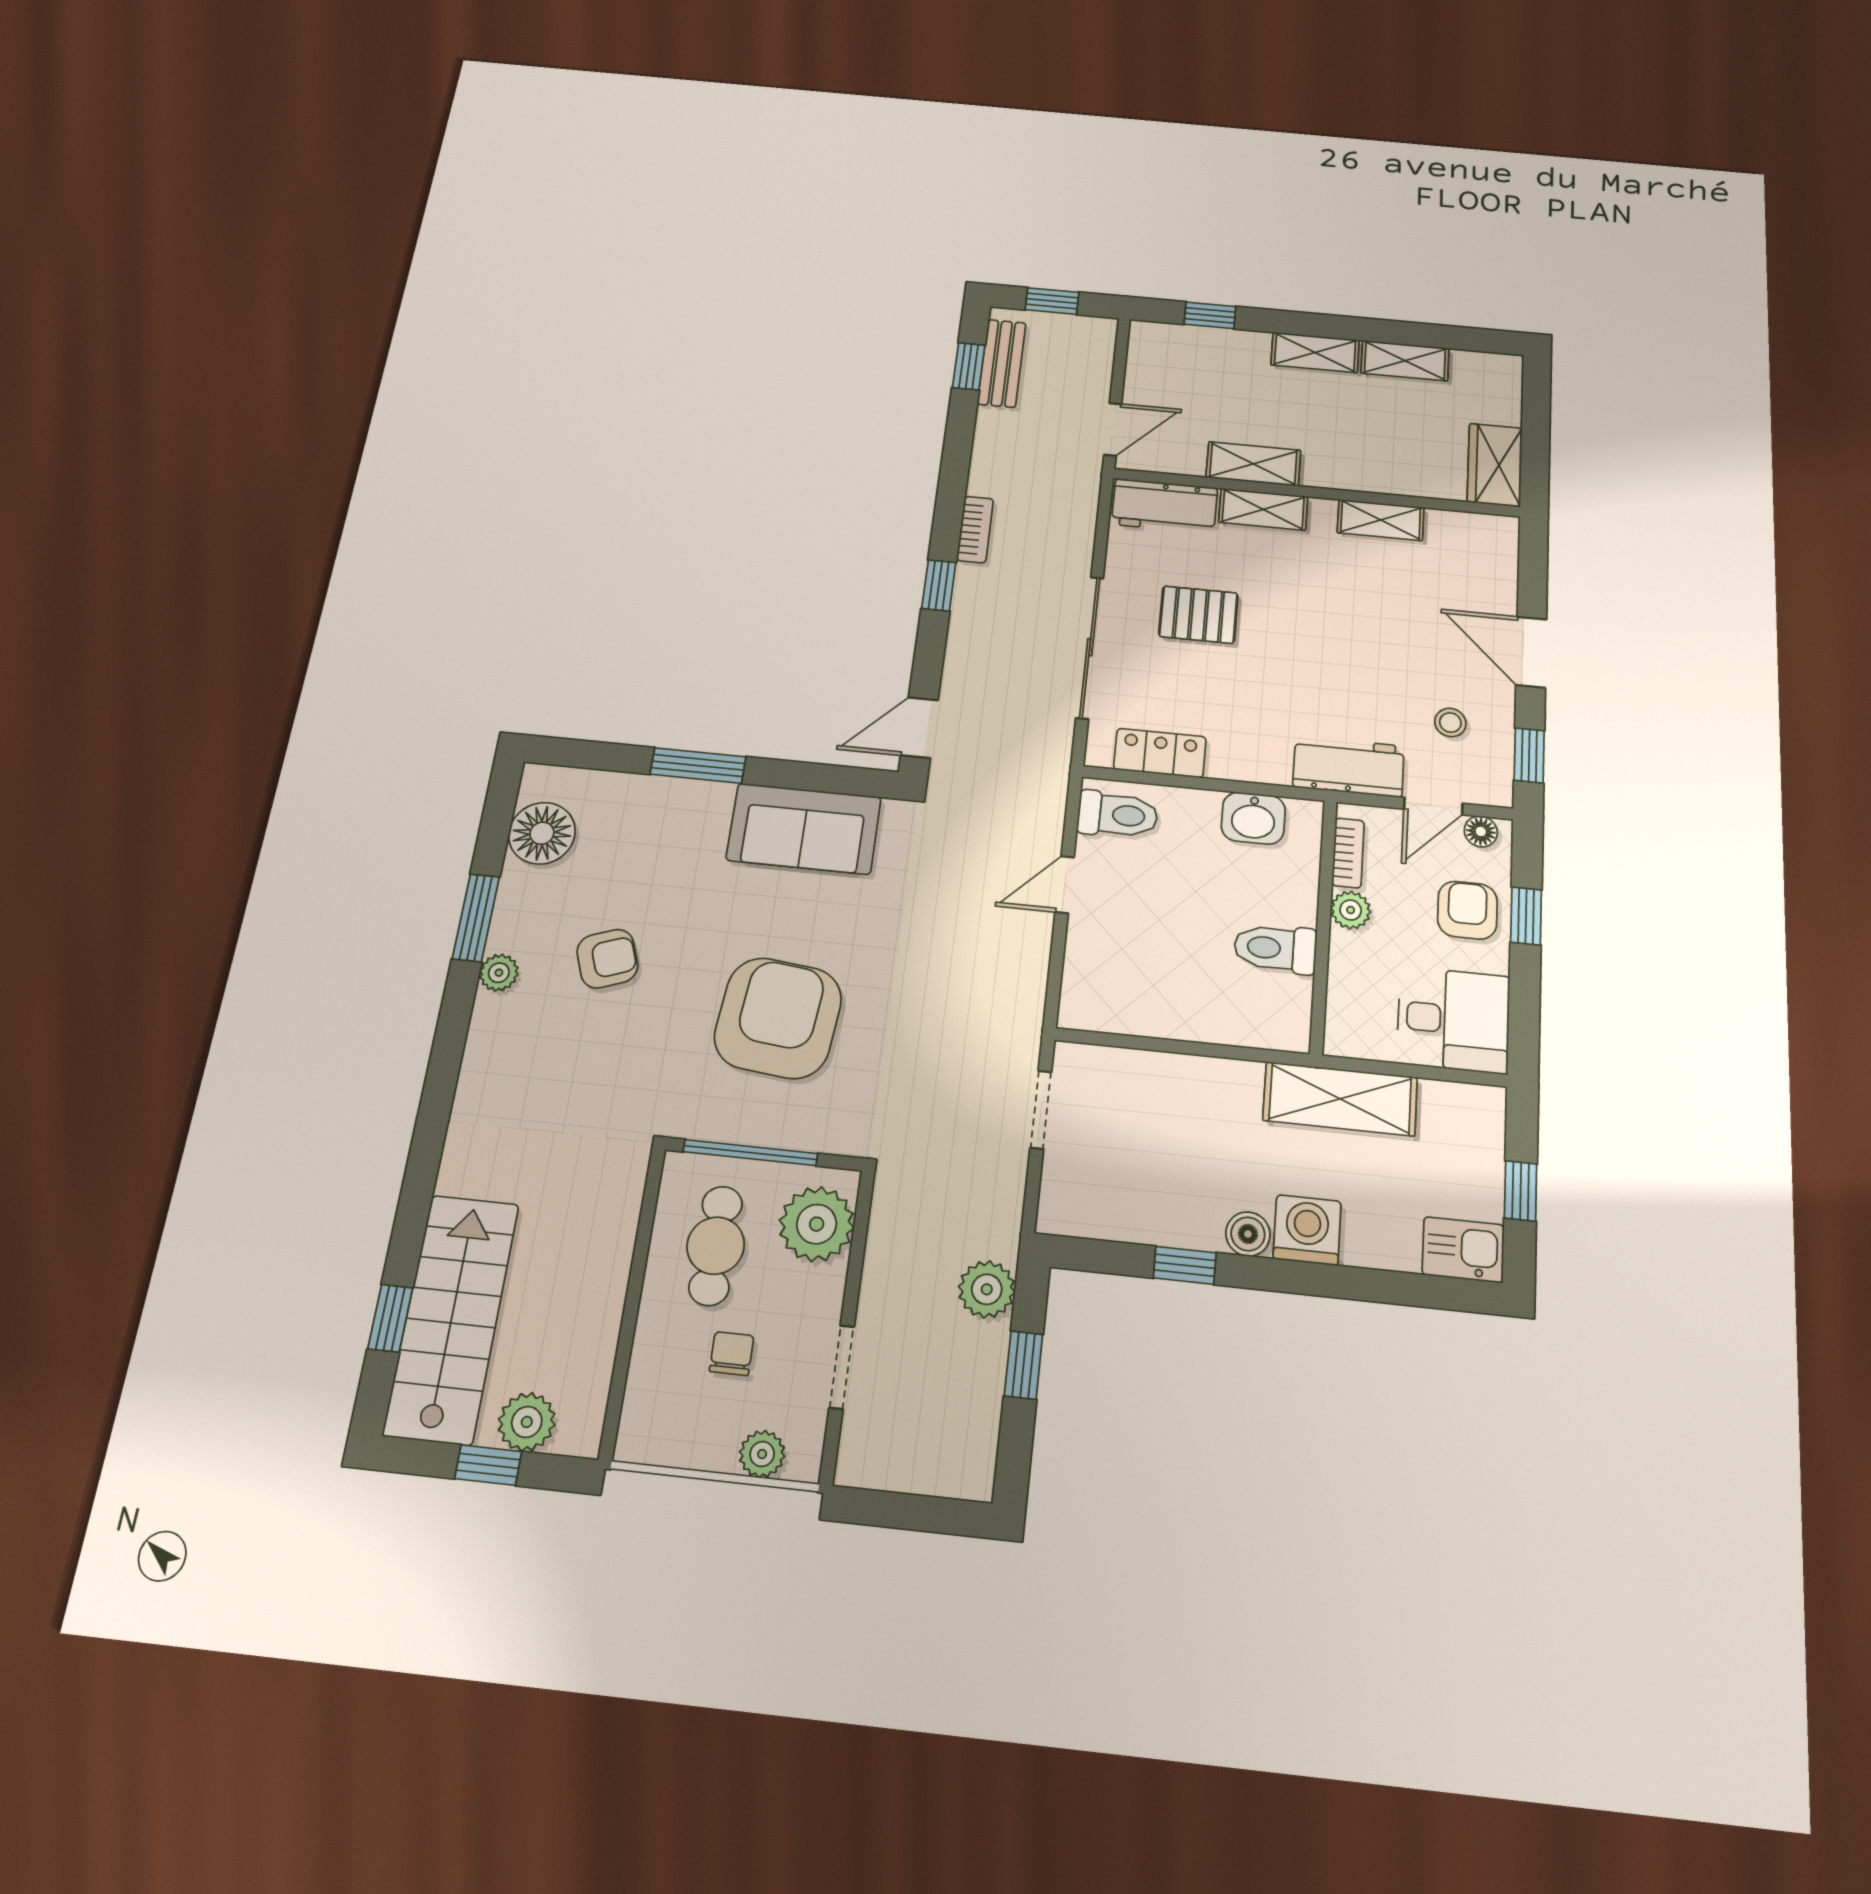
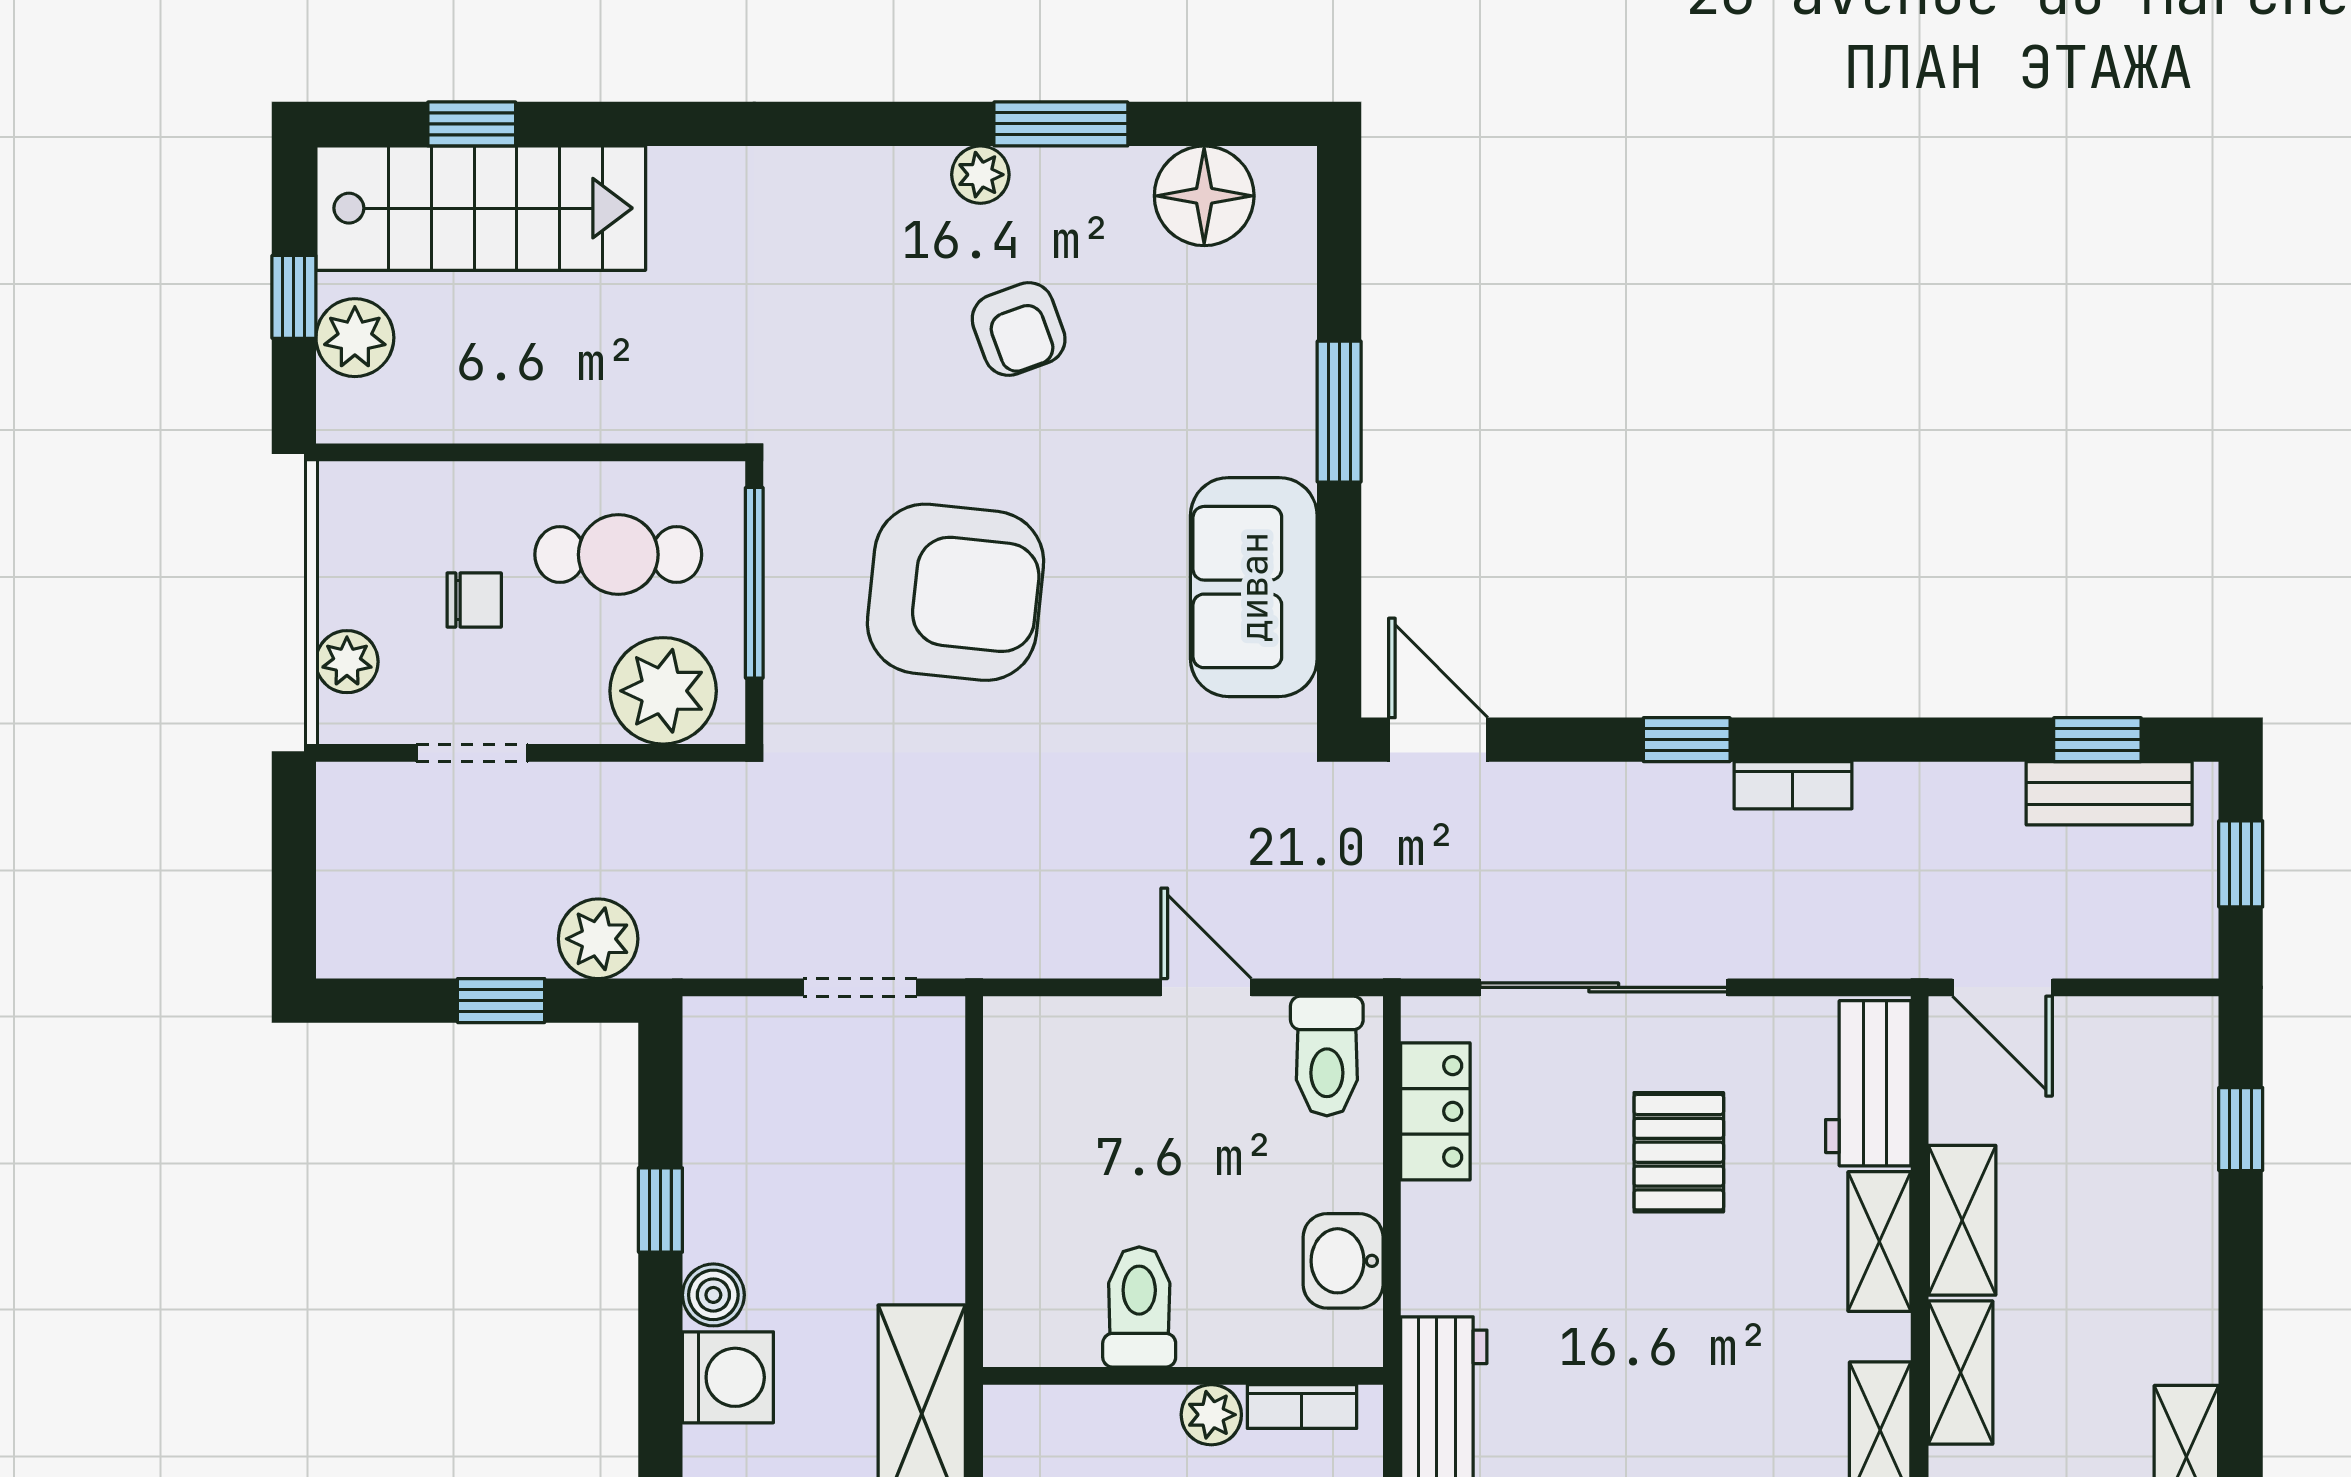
shelving: (1315, 352) -> (1961, 1373), moved

